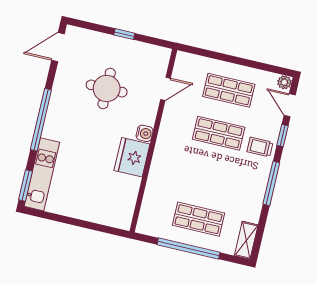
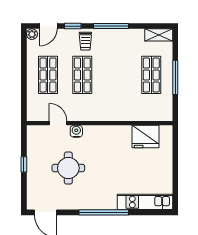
water cooler: (145, 133) -> (76, 131), moved
fridge: (132, 157) -> (145, 137), moved
window: (26, 186) -> (156, 212), removed
window: (188, 249) -> (175, 77), width x0.68

